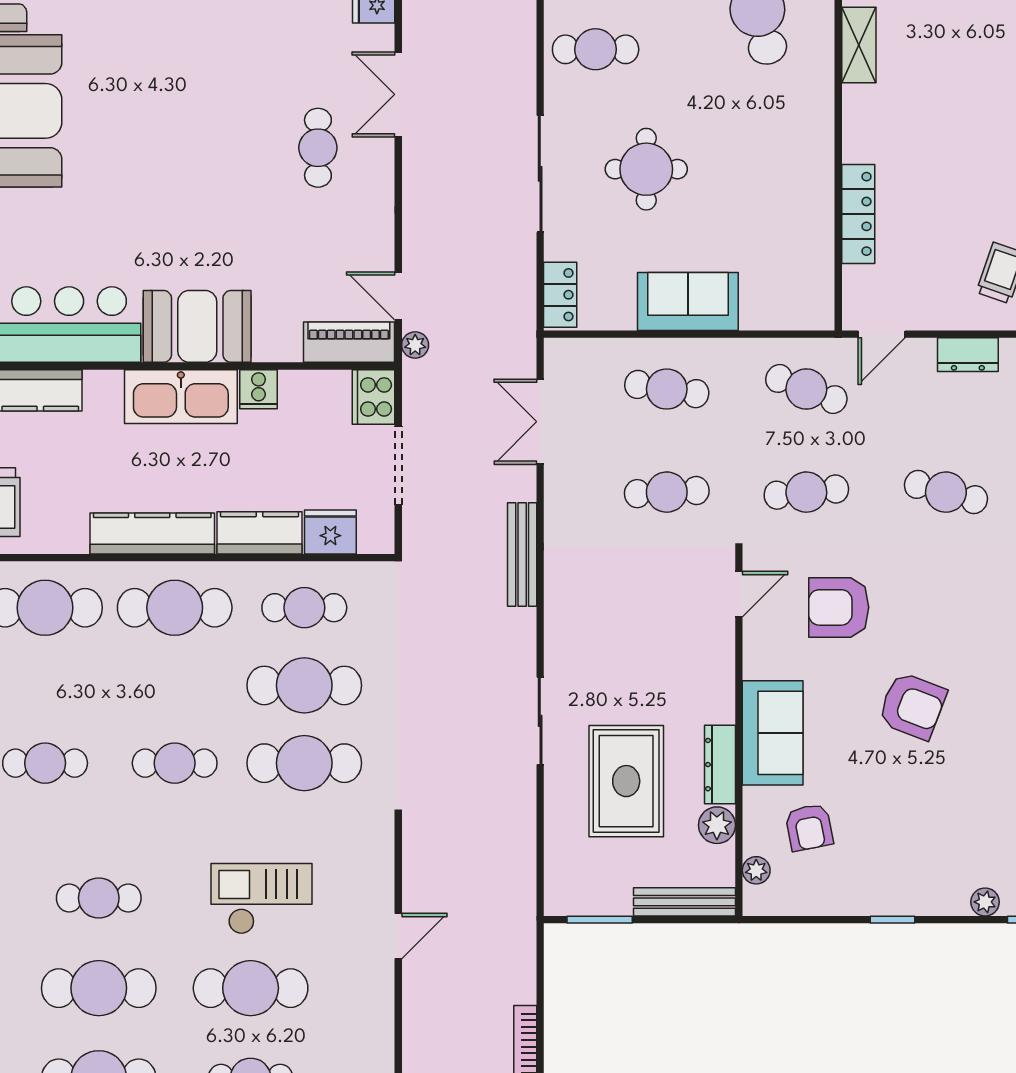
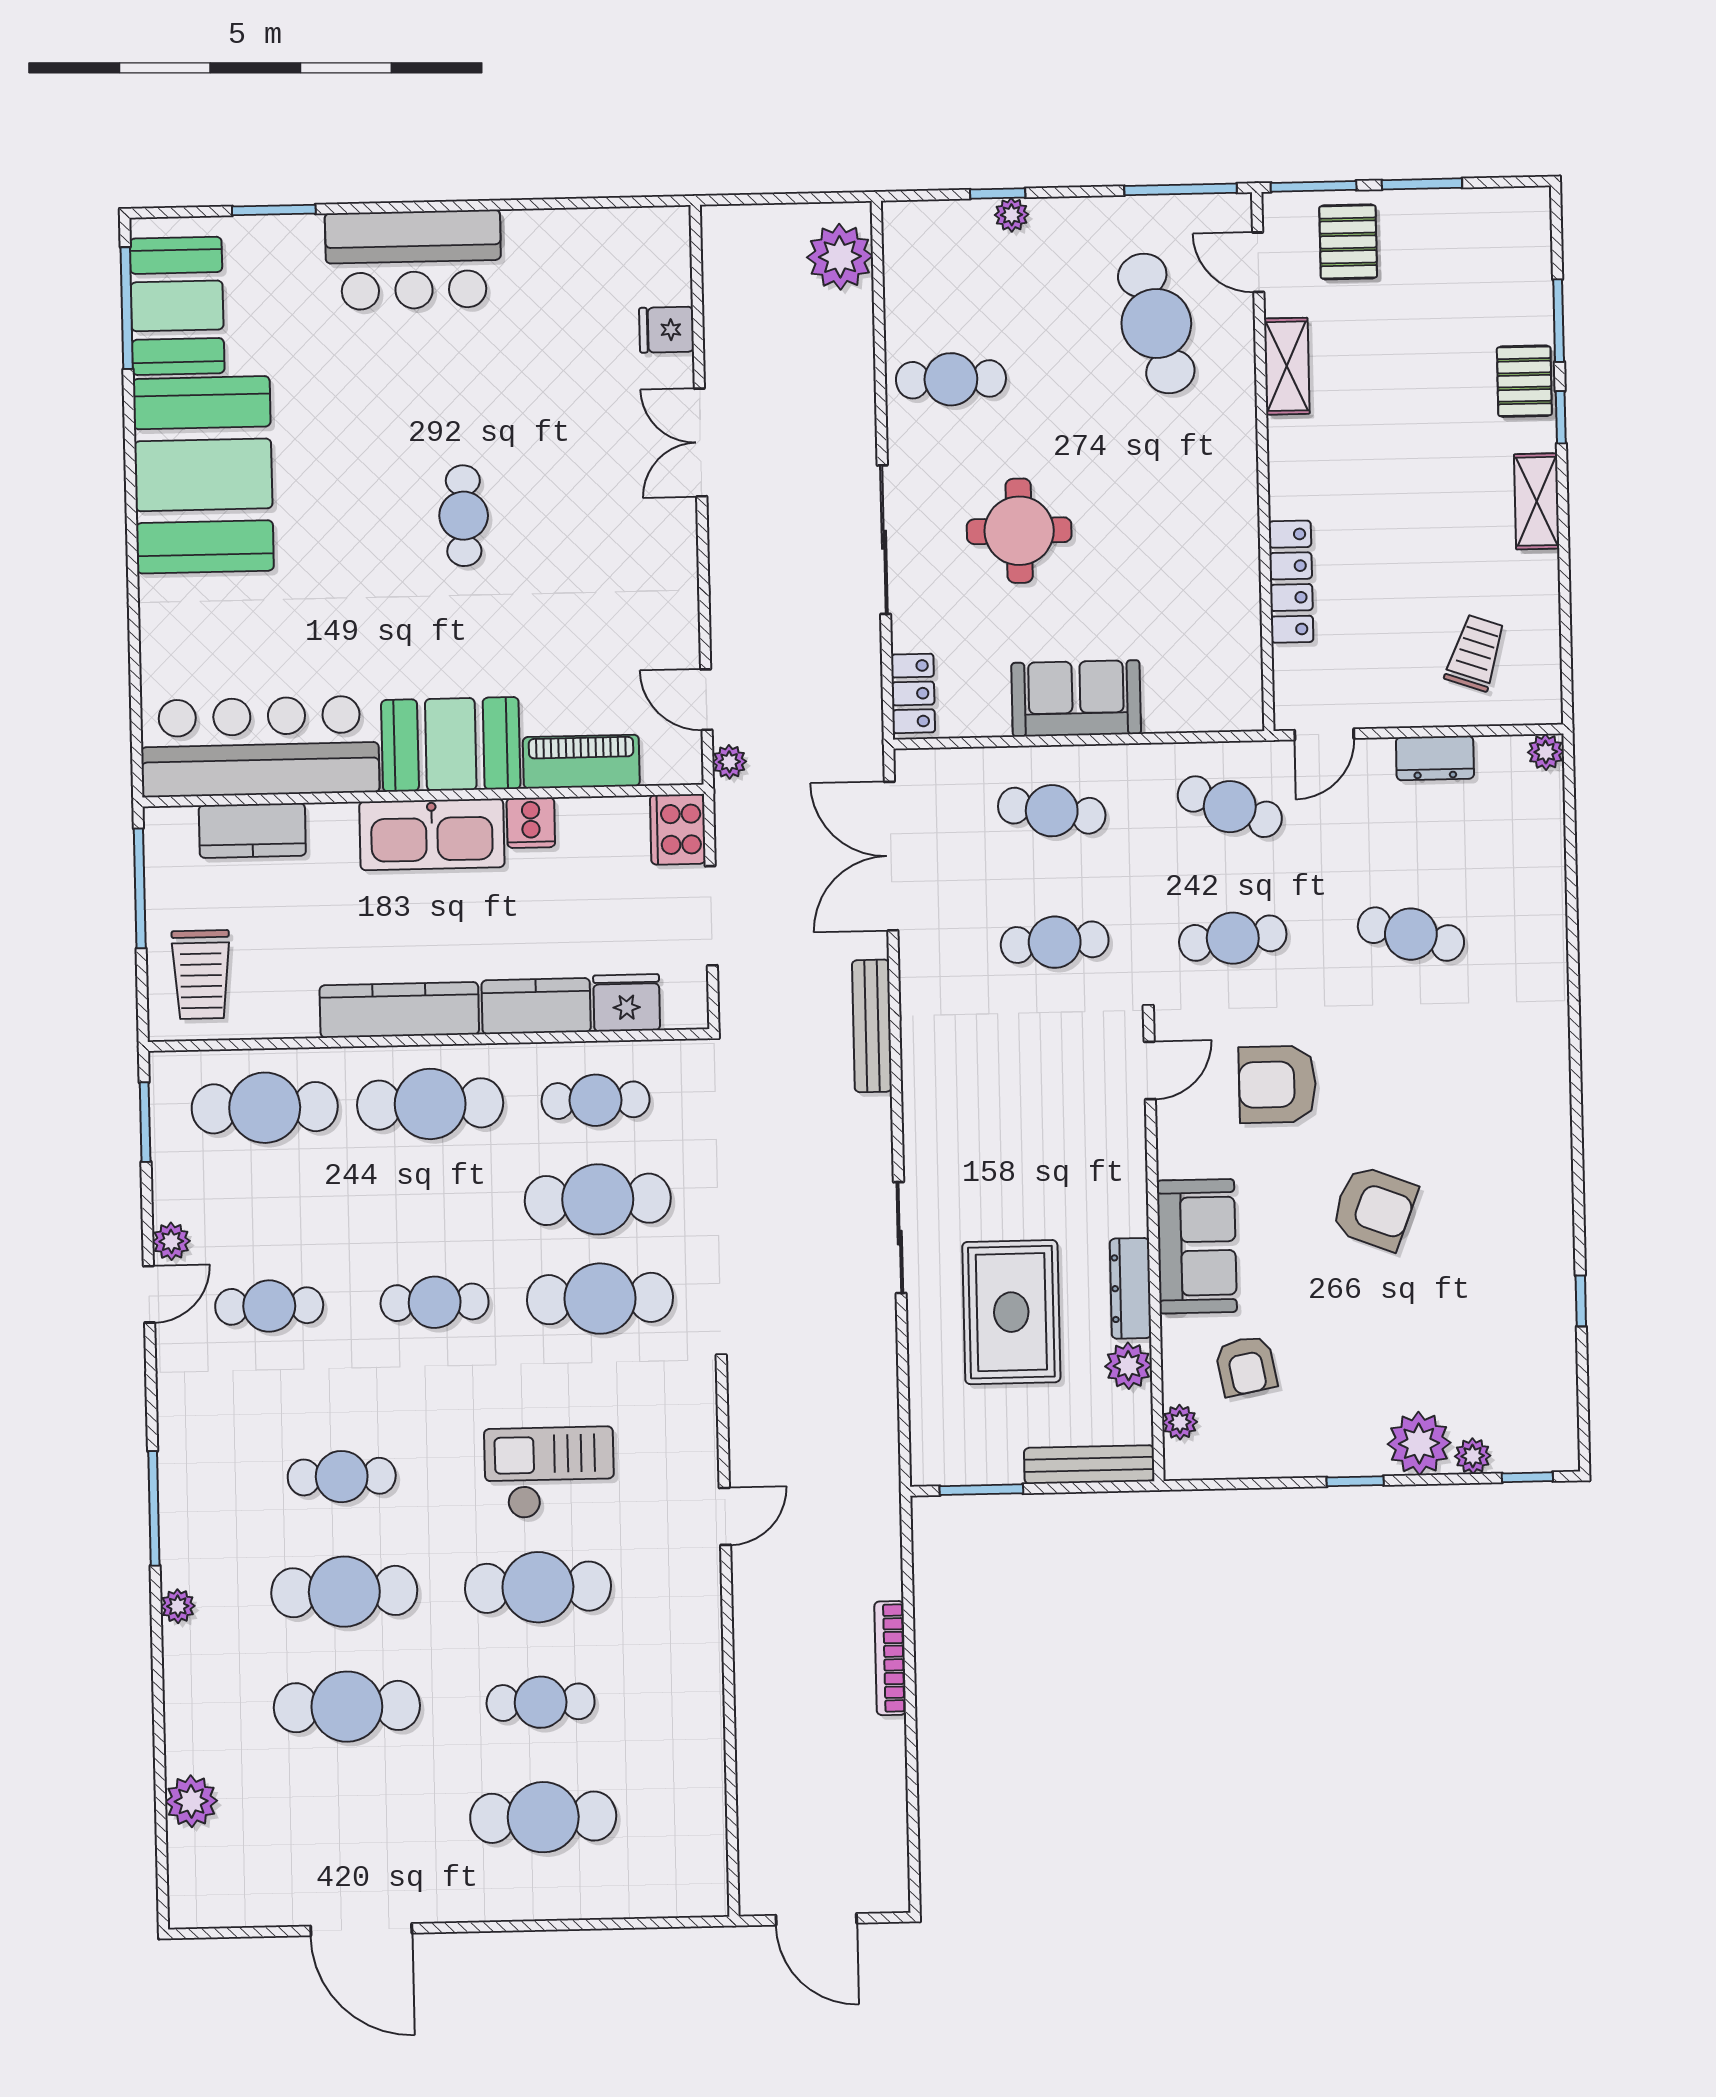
cafe table: (318, 148) -> (464, 516), moved
piano: (349, 342) -> (581, 762), moved
double door: (540, 422) -> (891, 856), width x1.37
plant: (943, 891) -> (1419, 1443), added

